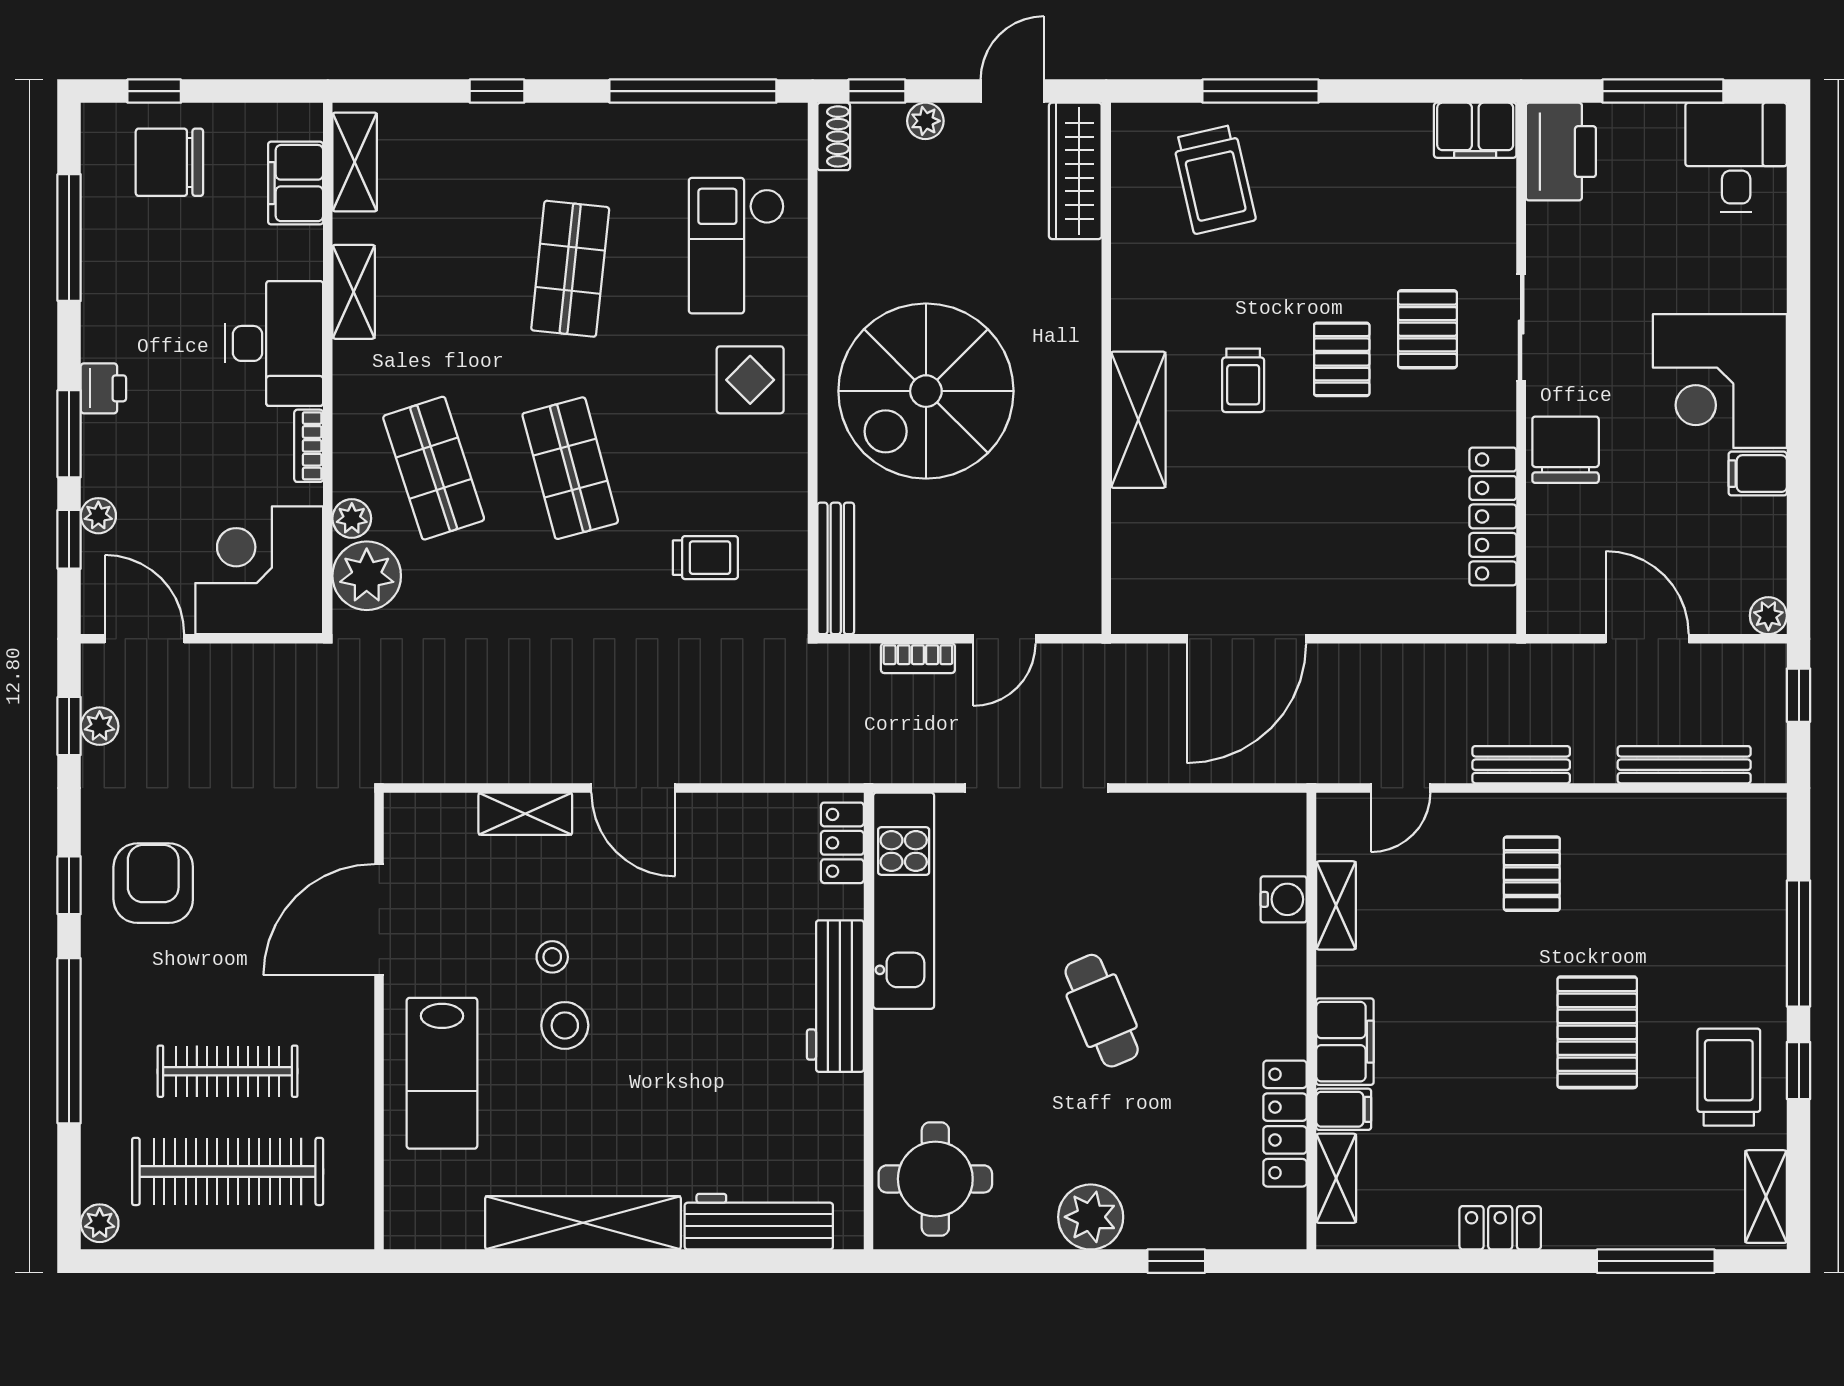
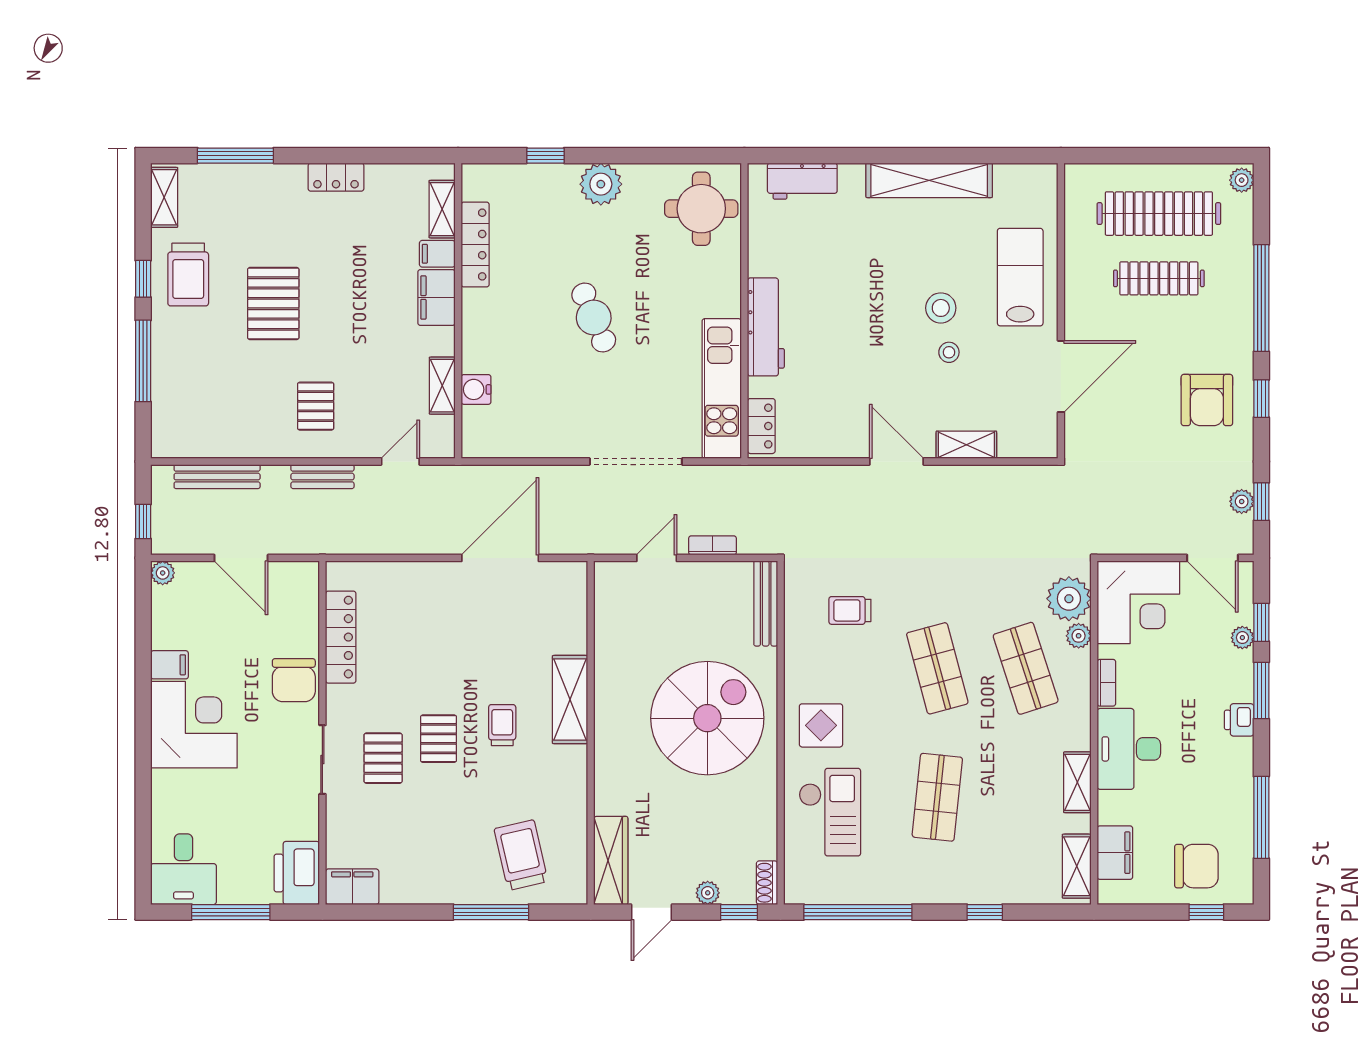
workbench: (759, 1222) -> (802, 181), width x0.73

